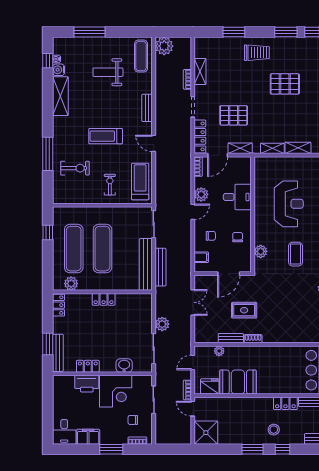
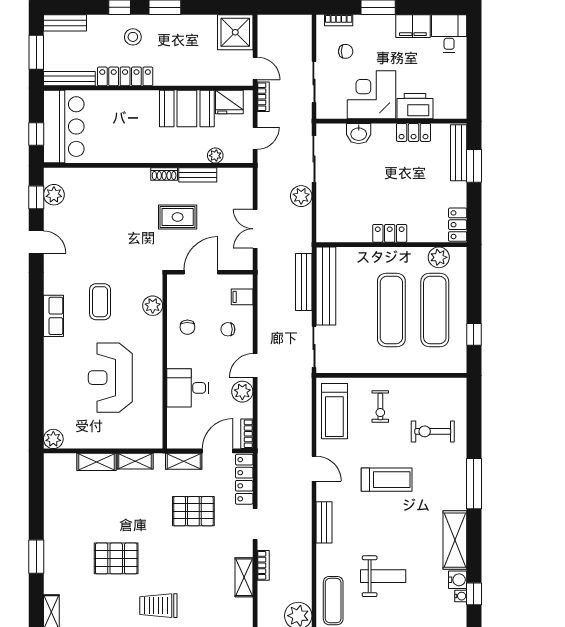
window: (48, 154) -> (474, 484), moved
locker: (285, 403) -> (125, 76), width x1.53

